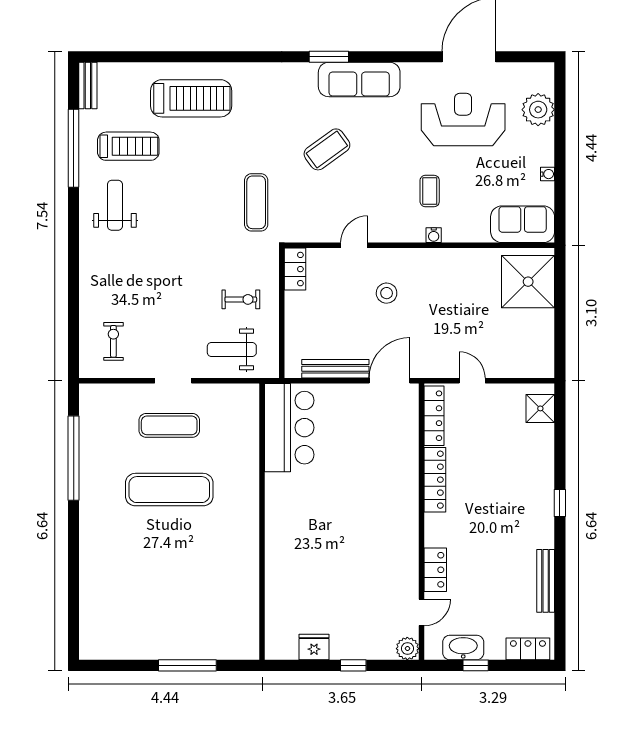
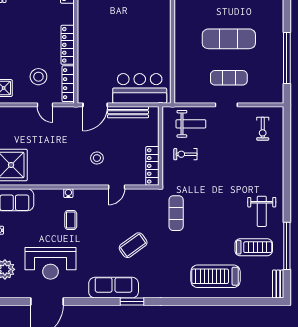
treadmill: (128, 146) -> (254, 247), turned 180
locker: (295, 269) -> (152, 166), width x1.53
stool: (483, 427) -> (38, 77), added
bar counter: (289, 428) -> (140, 88), moved, turned 90

